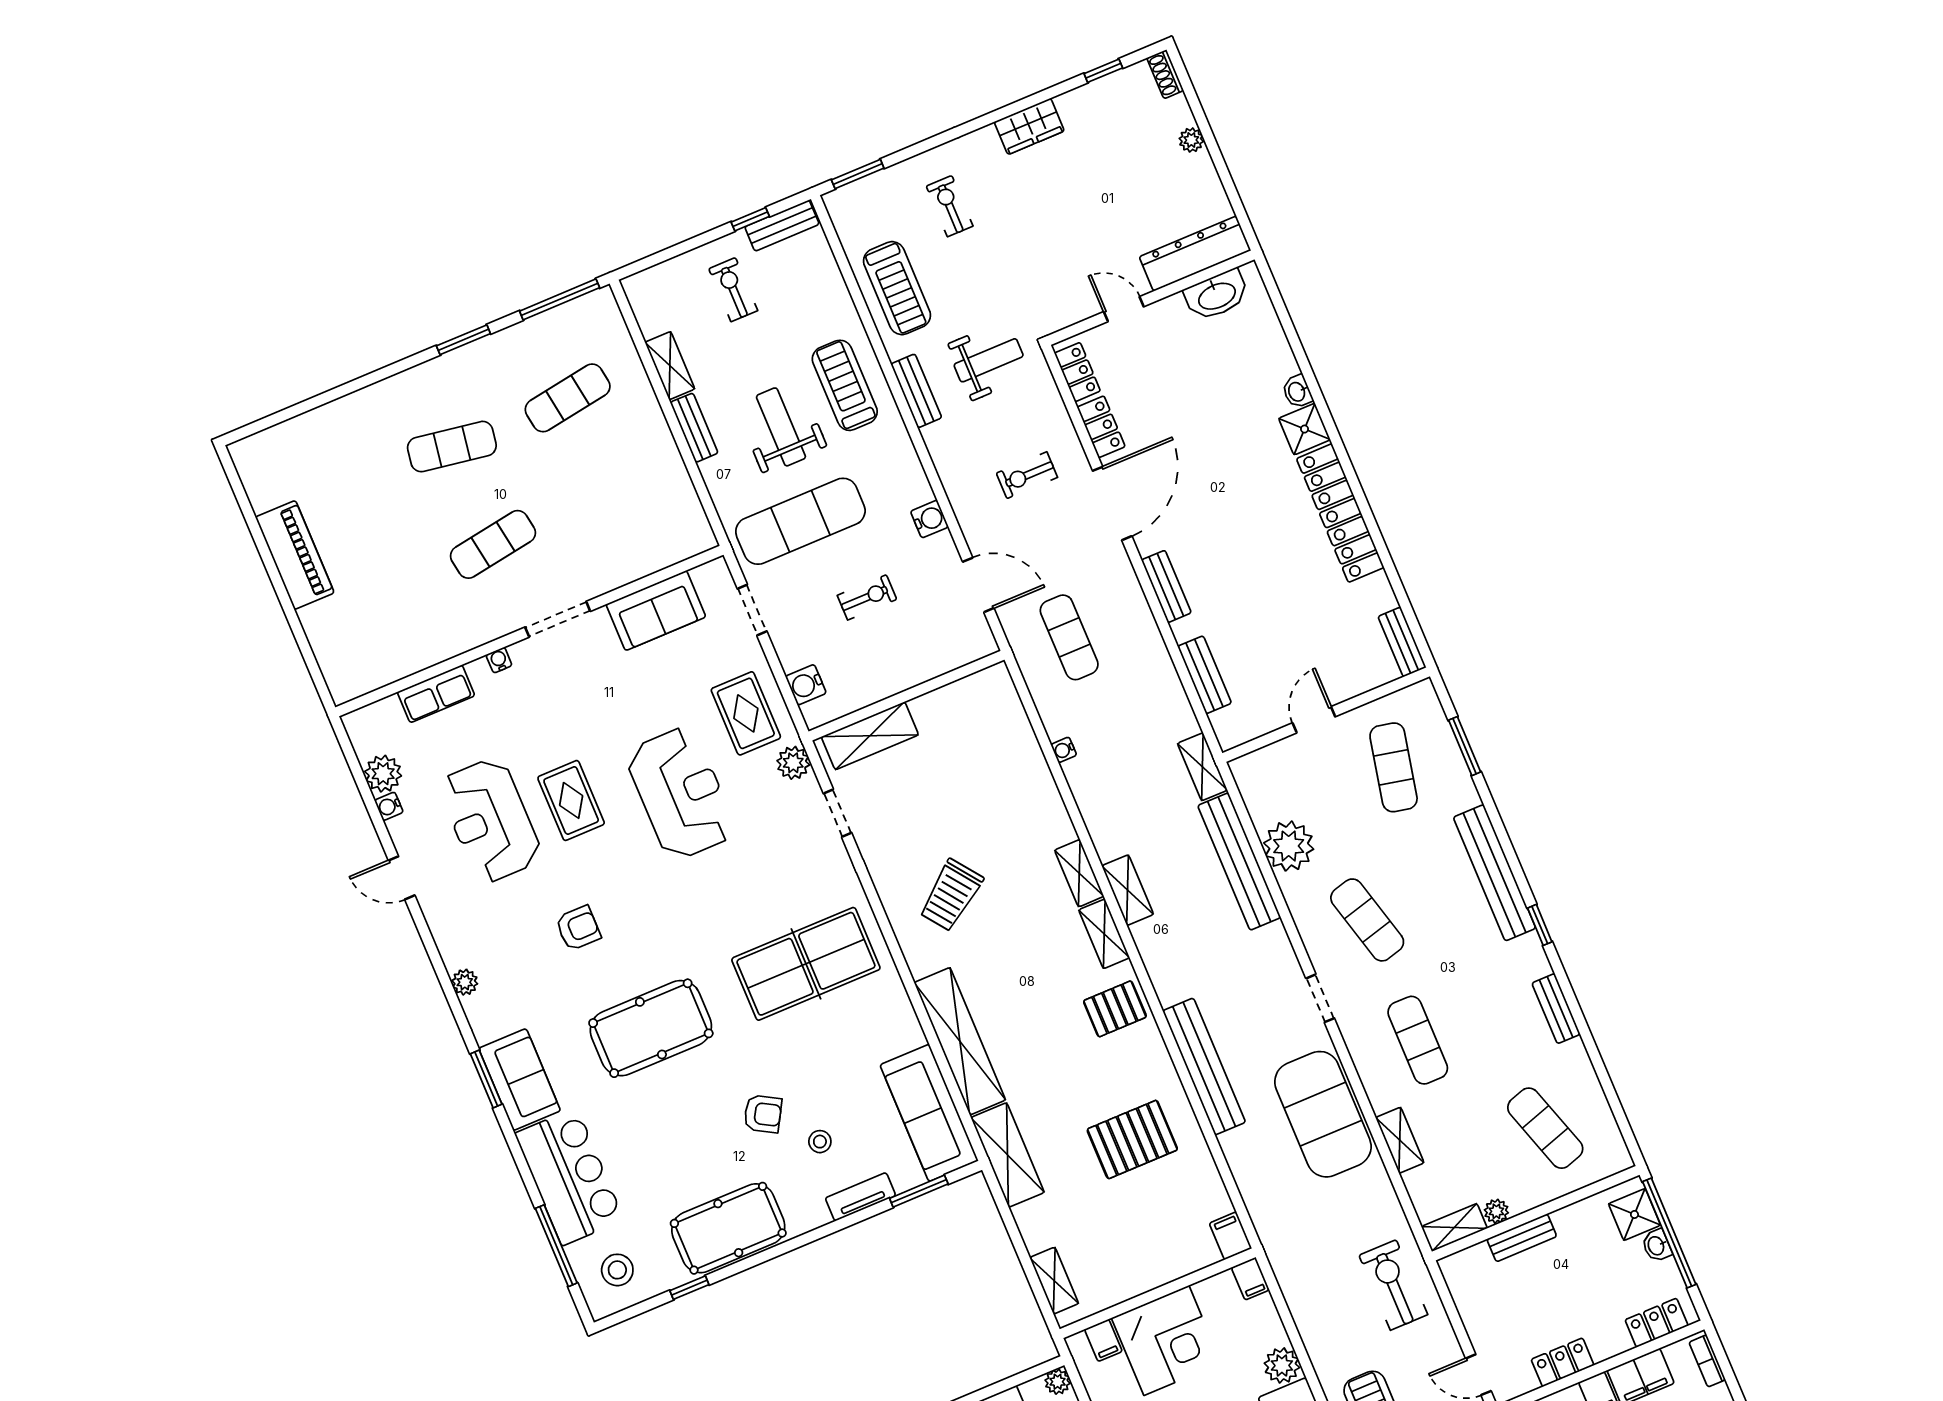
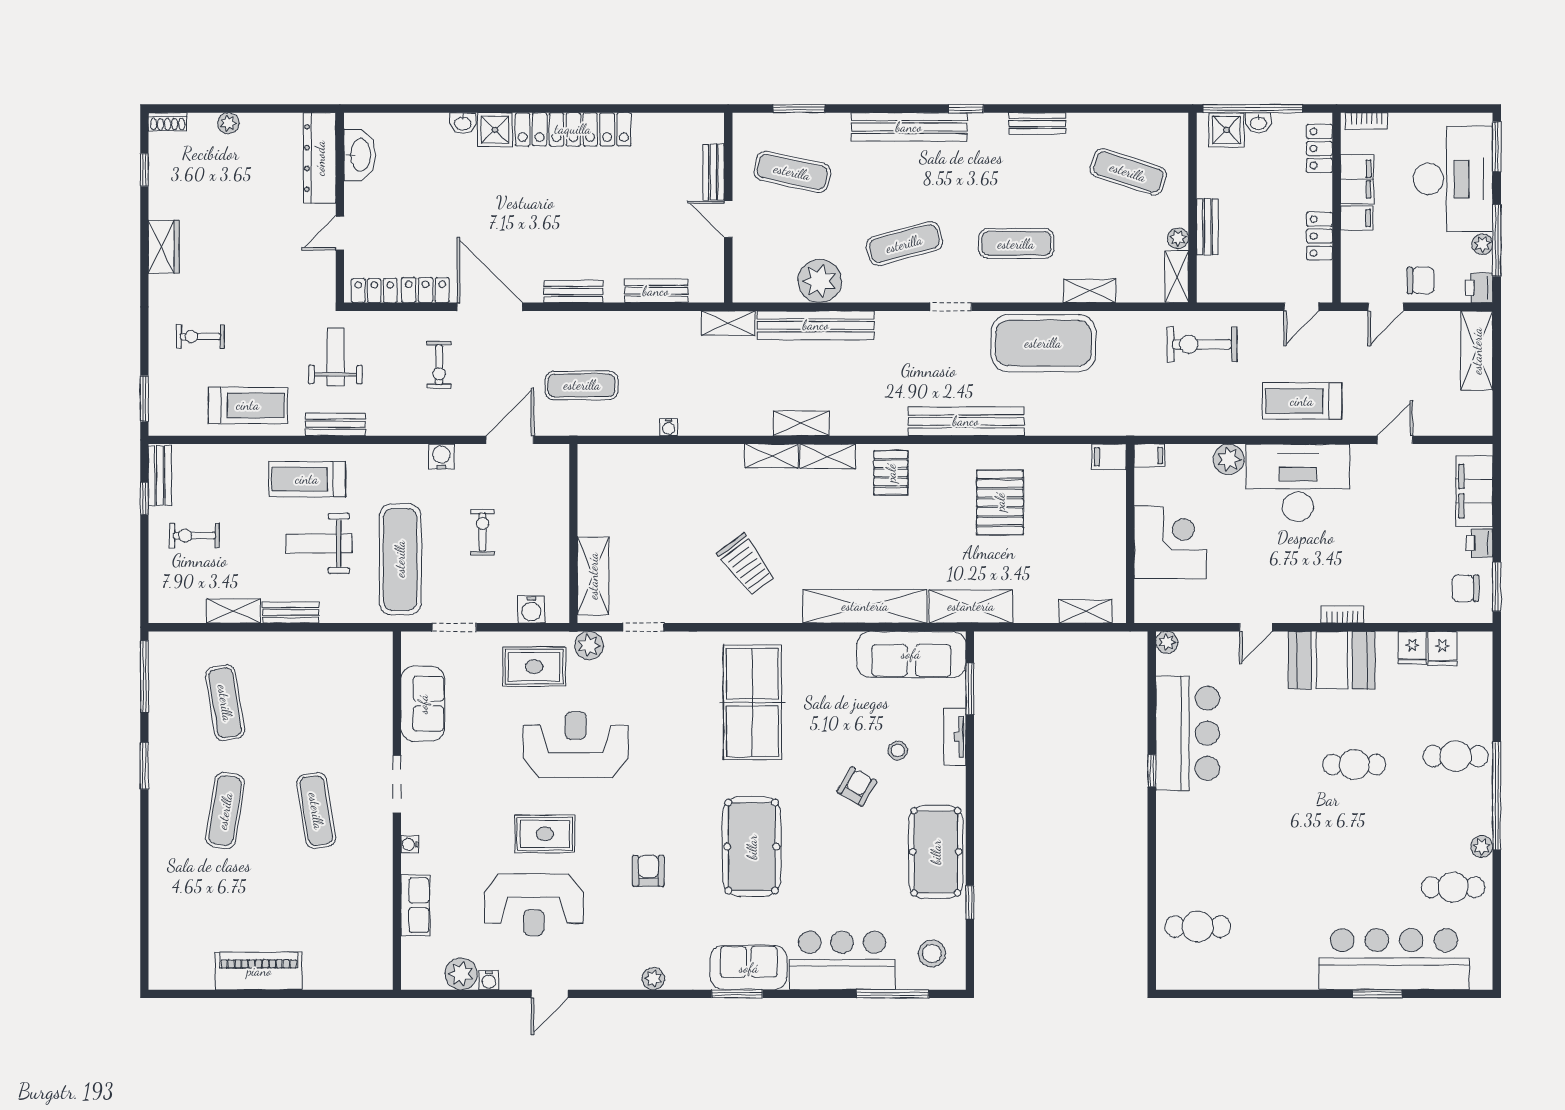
bench: (1402, 642) -> (713, 172), moved, turned 90
exercise mat: (1545, 1128) -> (1128, 172), turned 36
filing cabinet: (1103, 1340) -> (1149, 592), removed

